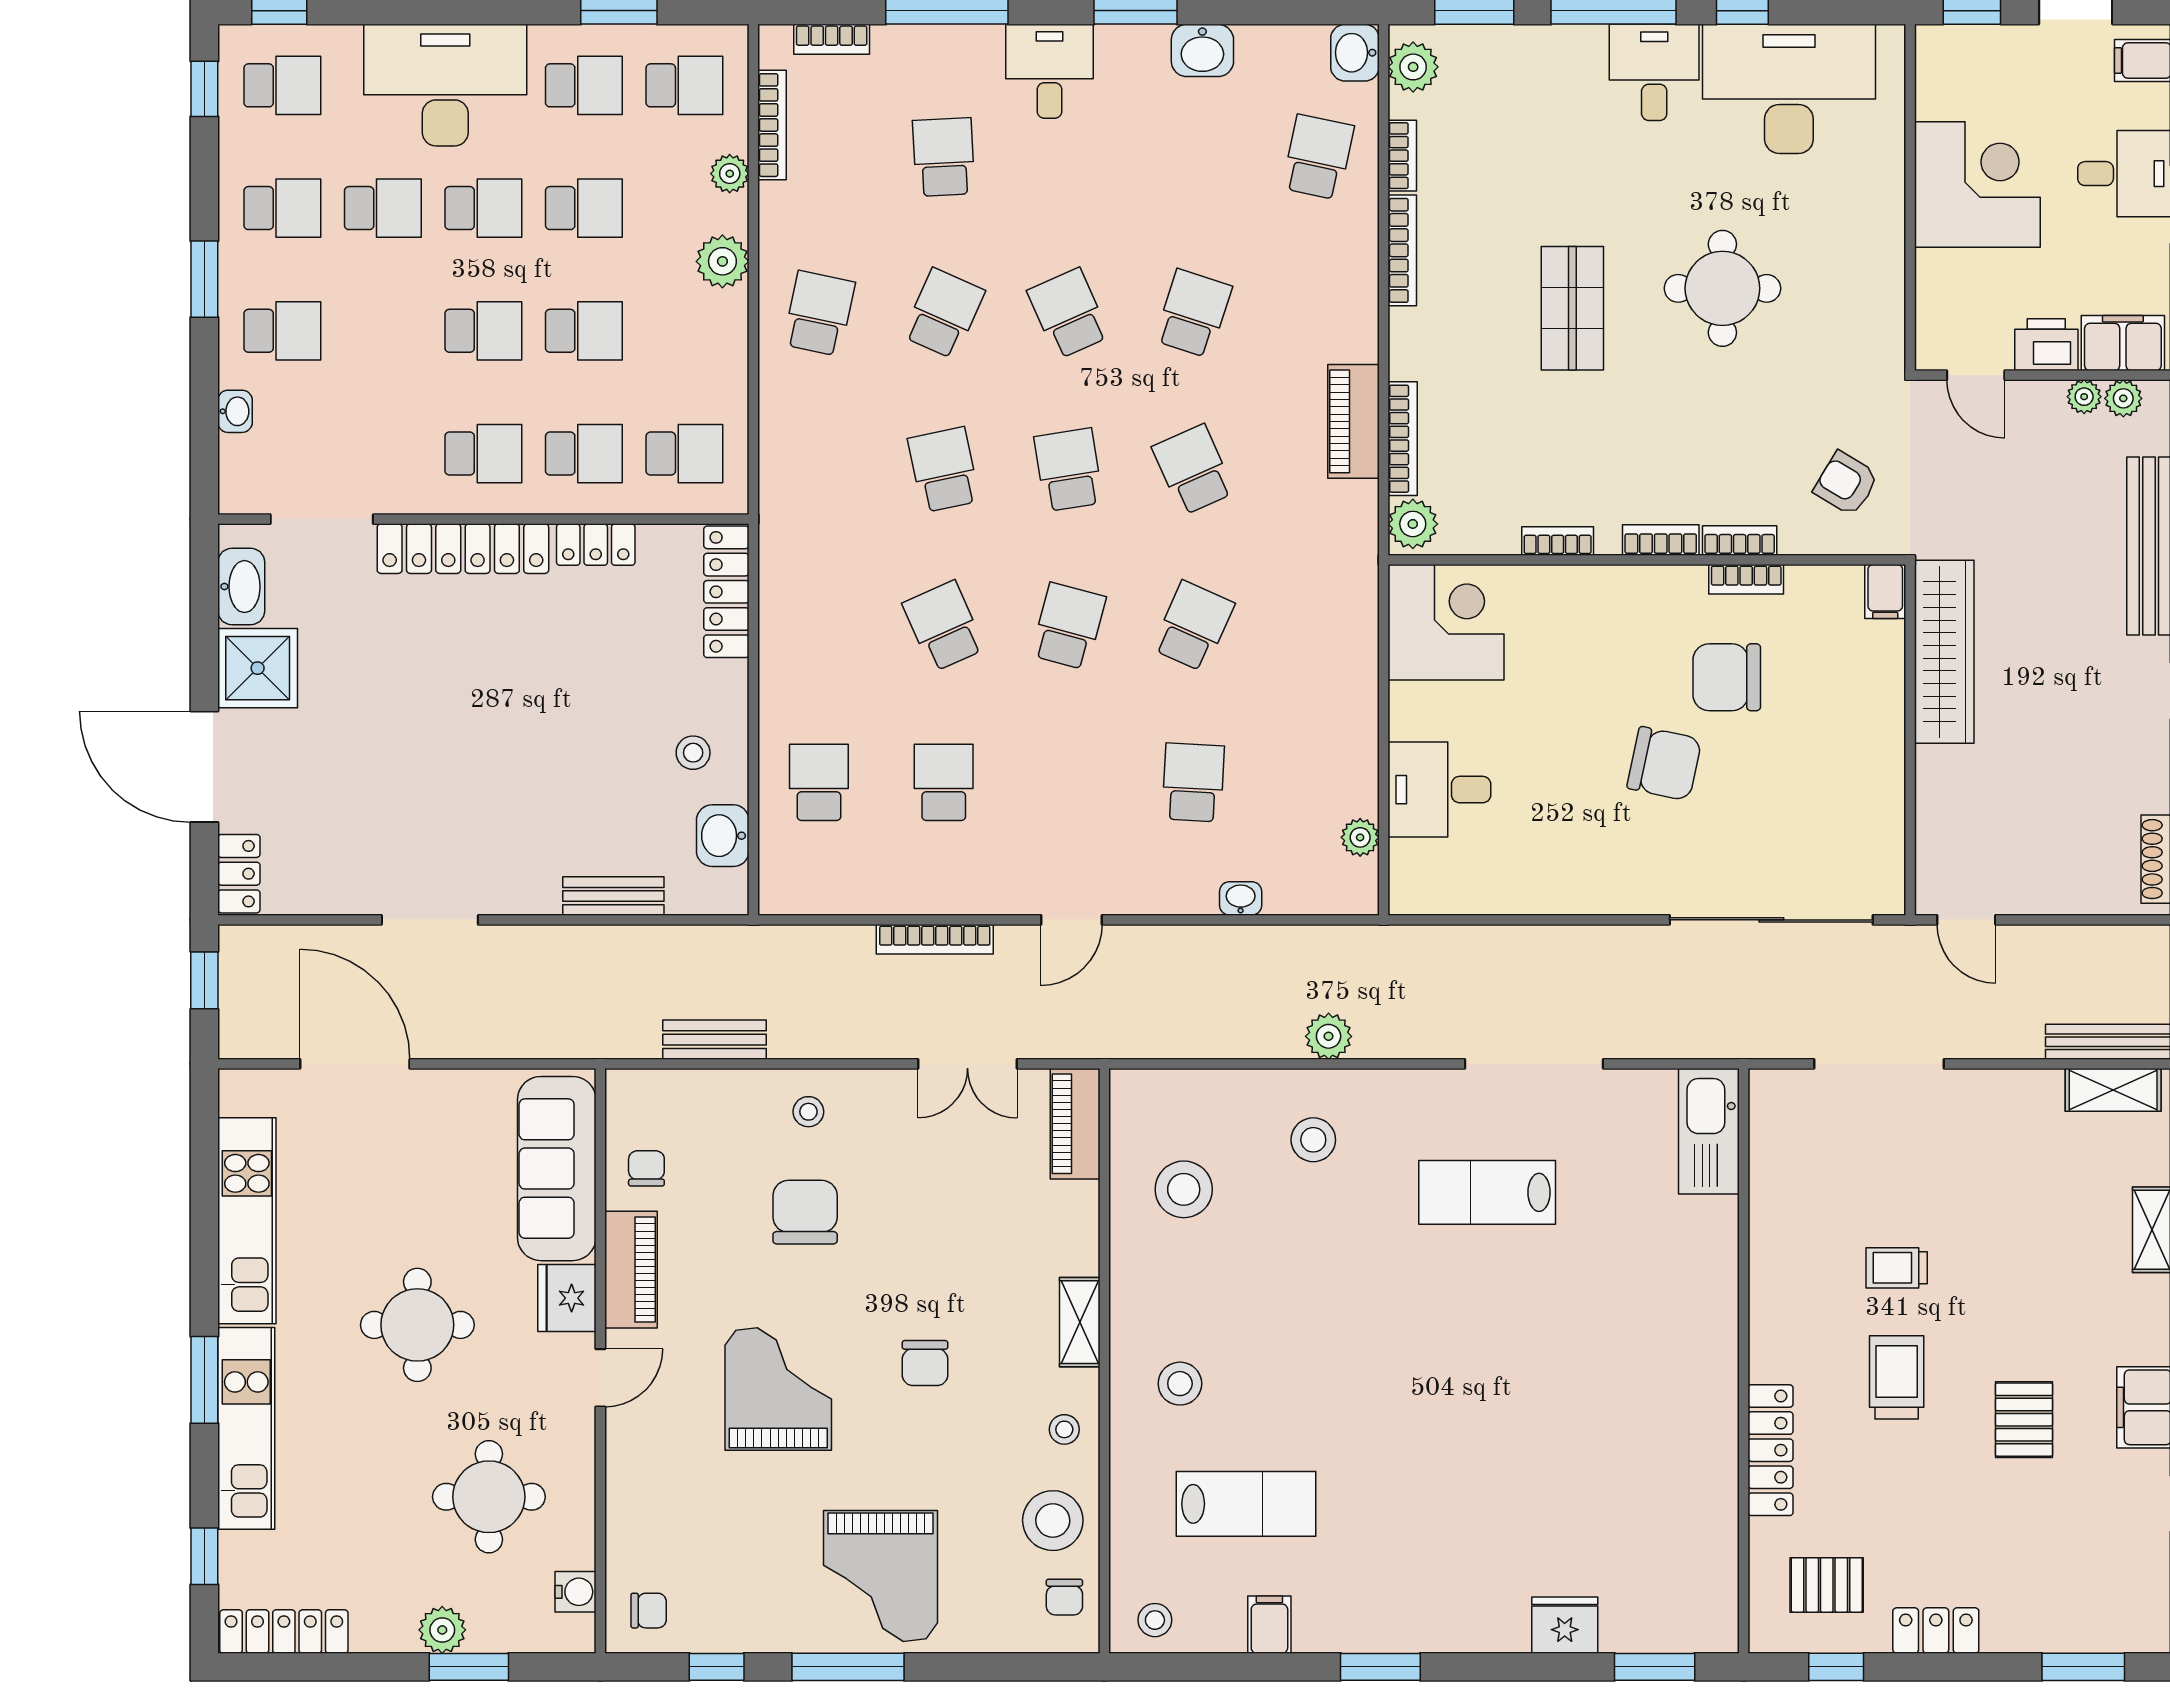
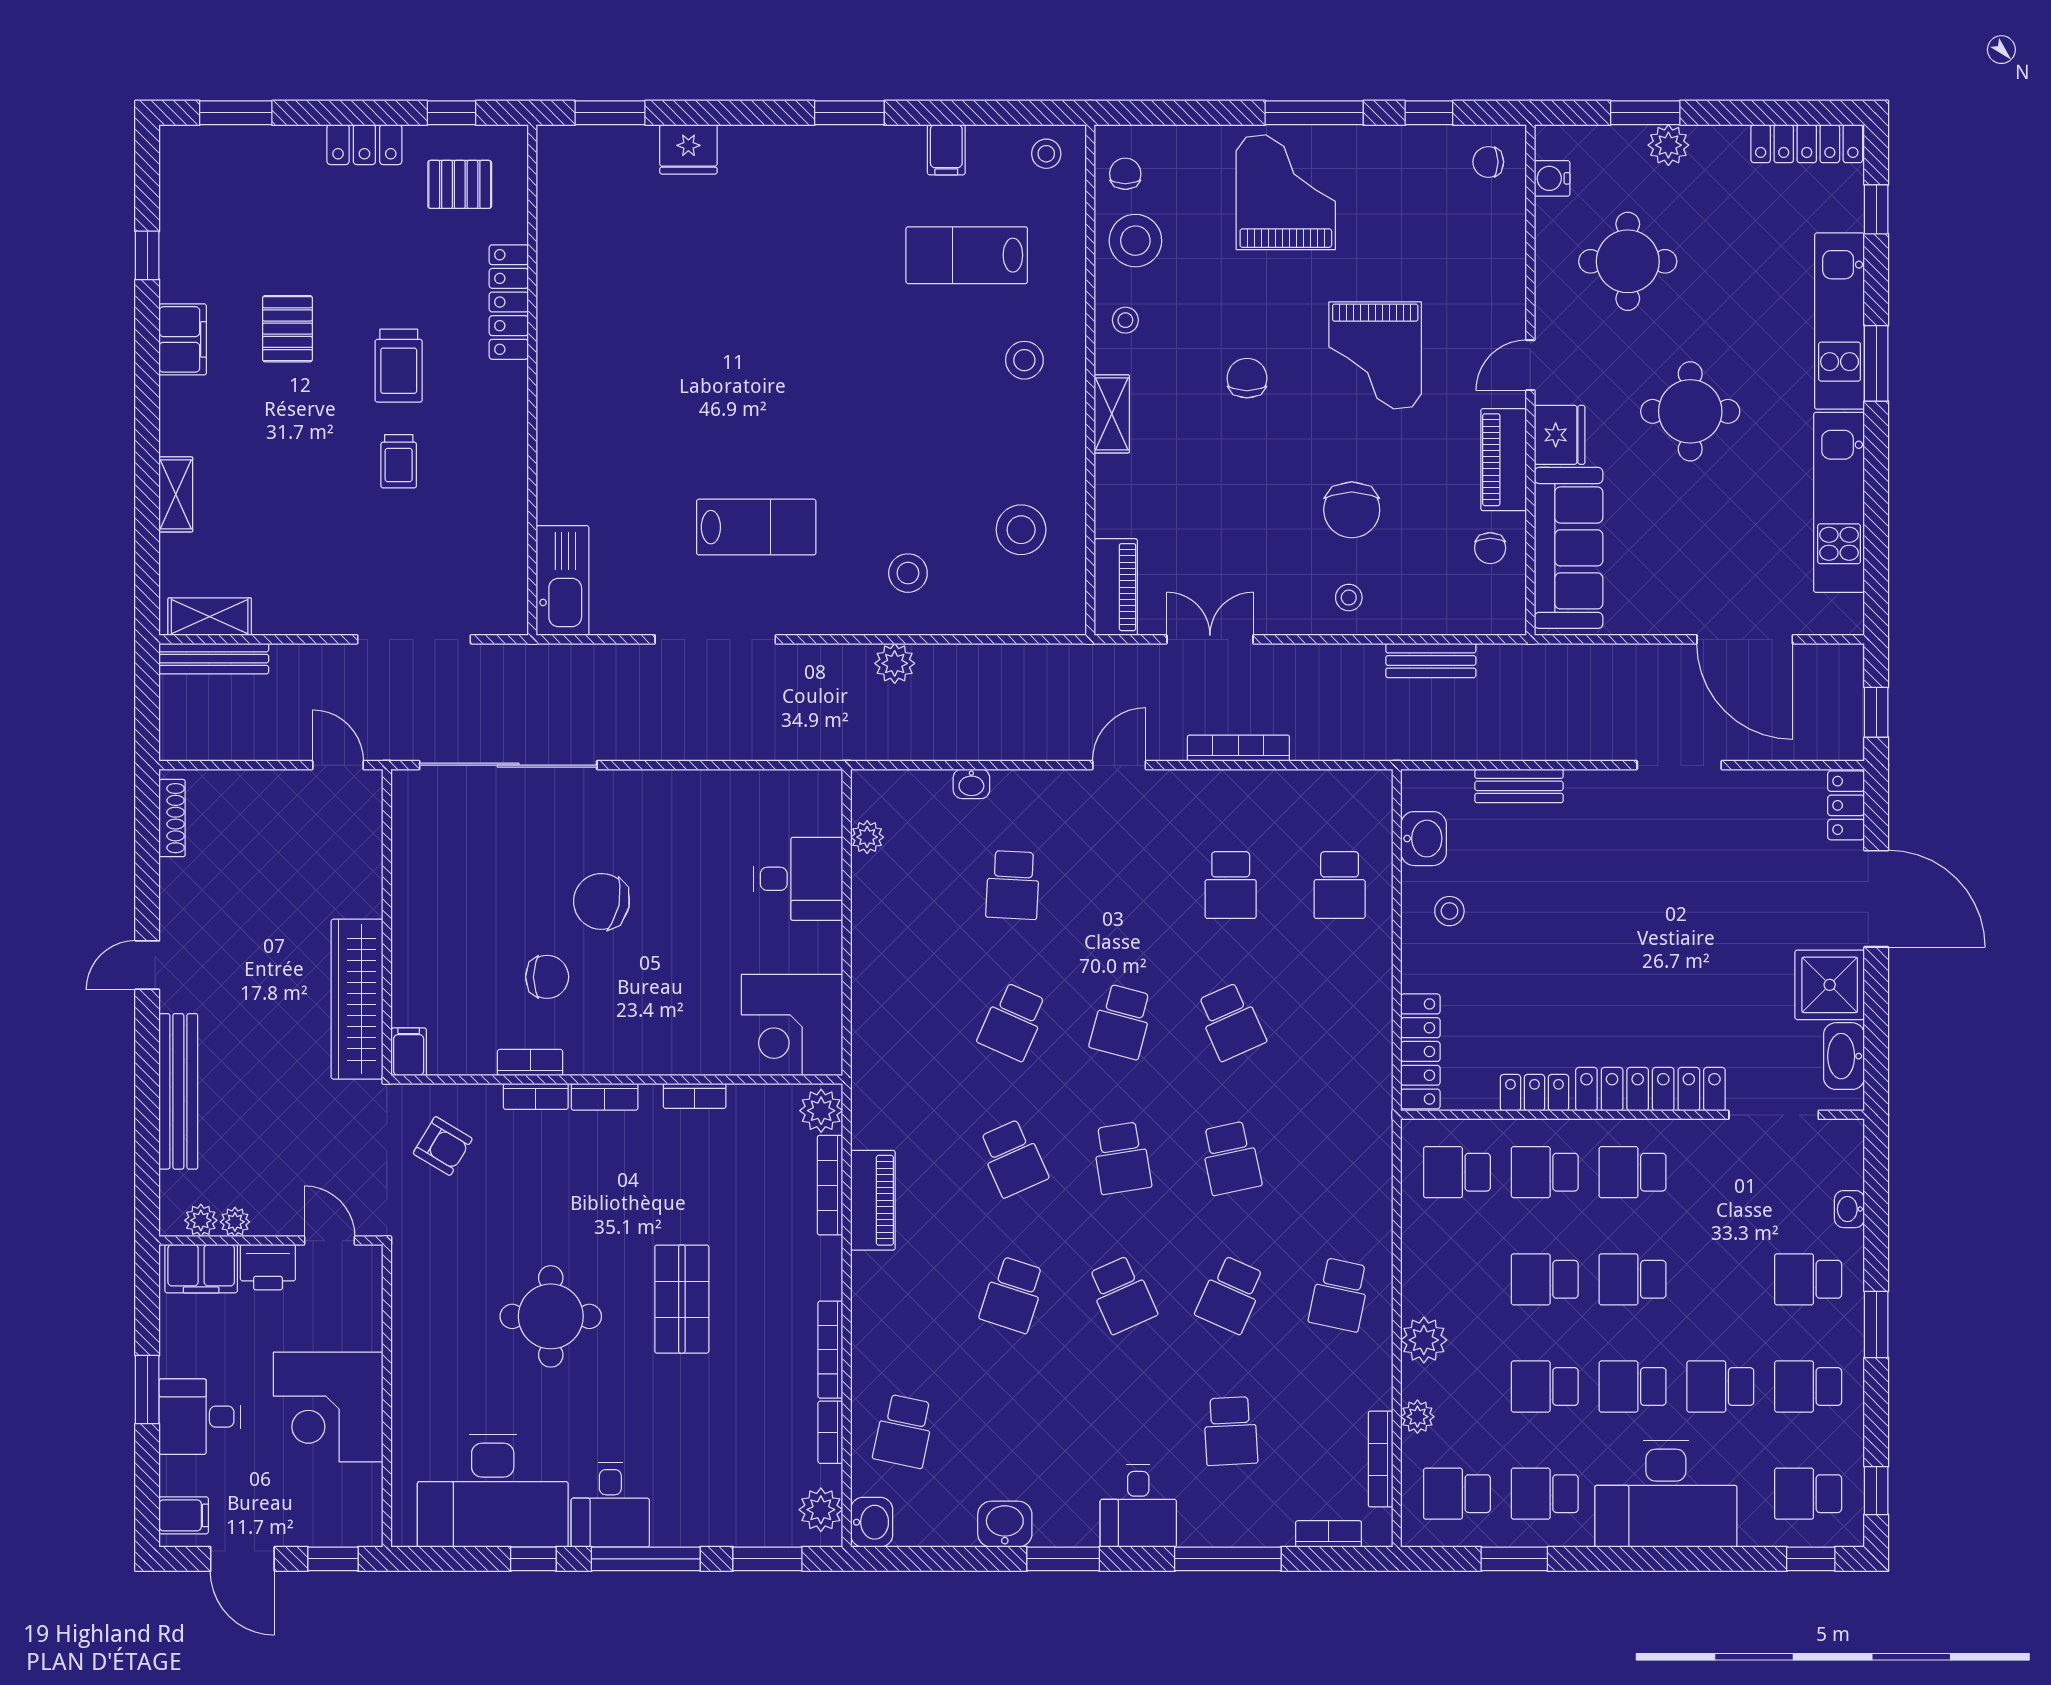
chair: (1727, 677) -> (547, 977), width x0.73, depth x0.73
trolley: (1897, 1268) -> (399, 461), turned 90

